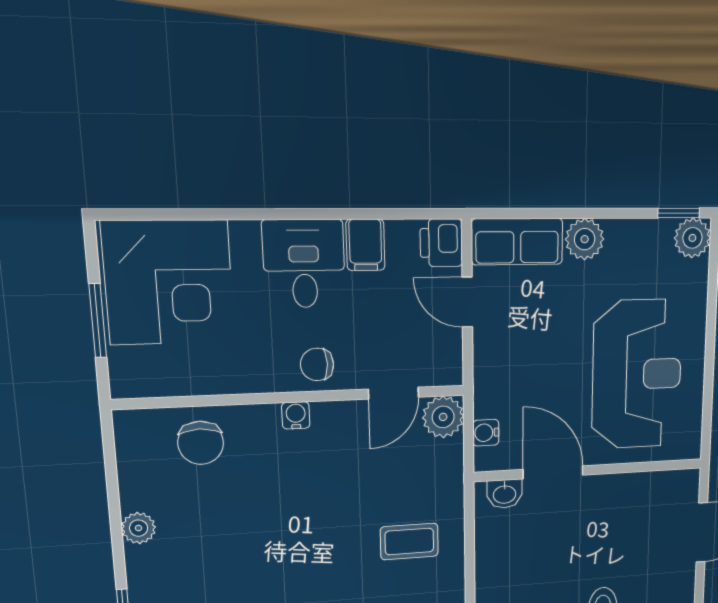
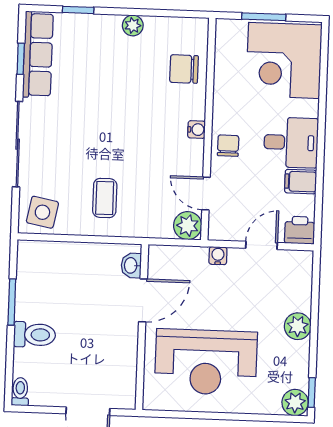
row of seats: (517, 242) -> (298, 280), removed
water cooler: (486, 433) -> (218, 256), moved

